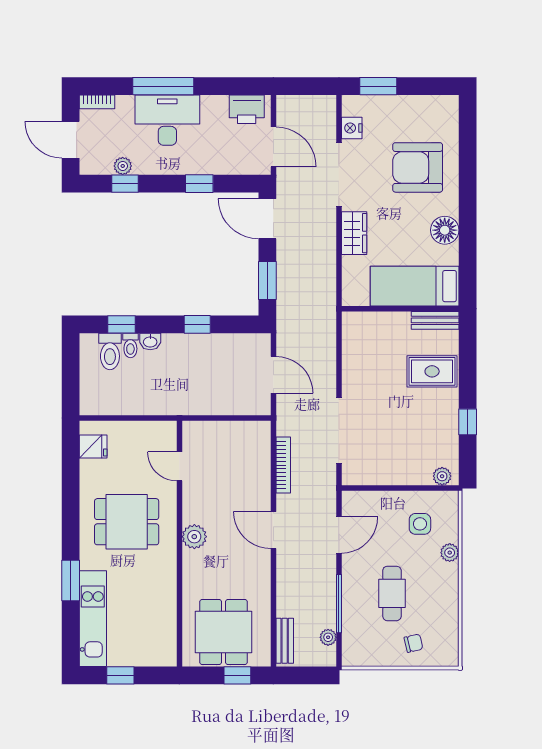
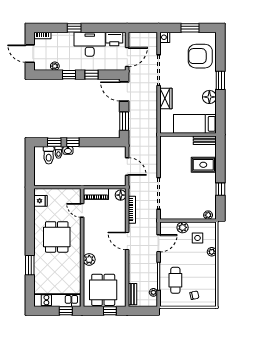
window: (163, 86) -> (74, 28), width x0.46
window: (378, 86) -> (190, 28), moved
desk: (167, 120) -> (90, 44), moved
nightstand: (352, 128) -> (165, 37), moved
door: (273, 147) -> (127, 57), hinge flipped
armchair: (418, 167) -> (200, 56), moved
window: (125, 184) -> (69, 75), moved
window: (468, 196) -> (220, 80), added
window: (197, 324) -> (73, 142), moved
piano: (208, 432) -> (96, 194), added
floor lamp: (260, 434) -> (121, 195), added
plant: (389, 502) -> (183, 227), added
dining table: (127, 522) -> (57, 237), turned 90
plant: (194, 537) -> (89, 259), moved
cafe table: (392, 593) -> (175, 280), moved
kitchen unit: (93, 619) -> (57, 300), moved, turned -90
window: (120, 675) -> (66, 311), moved

